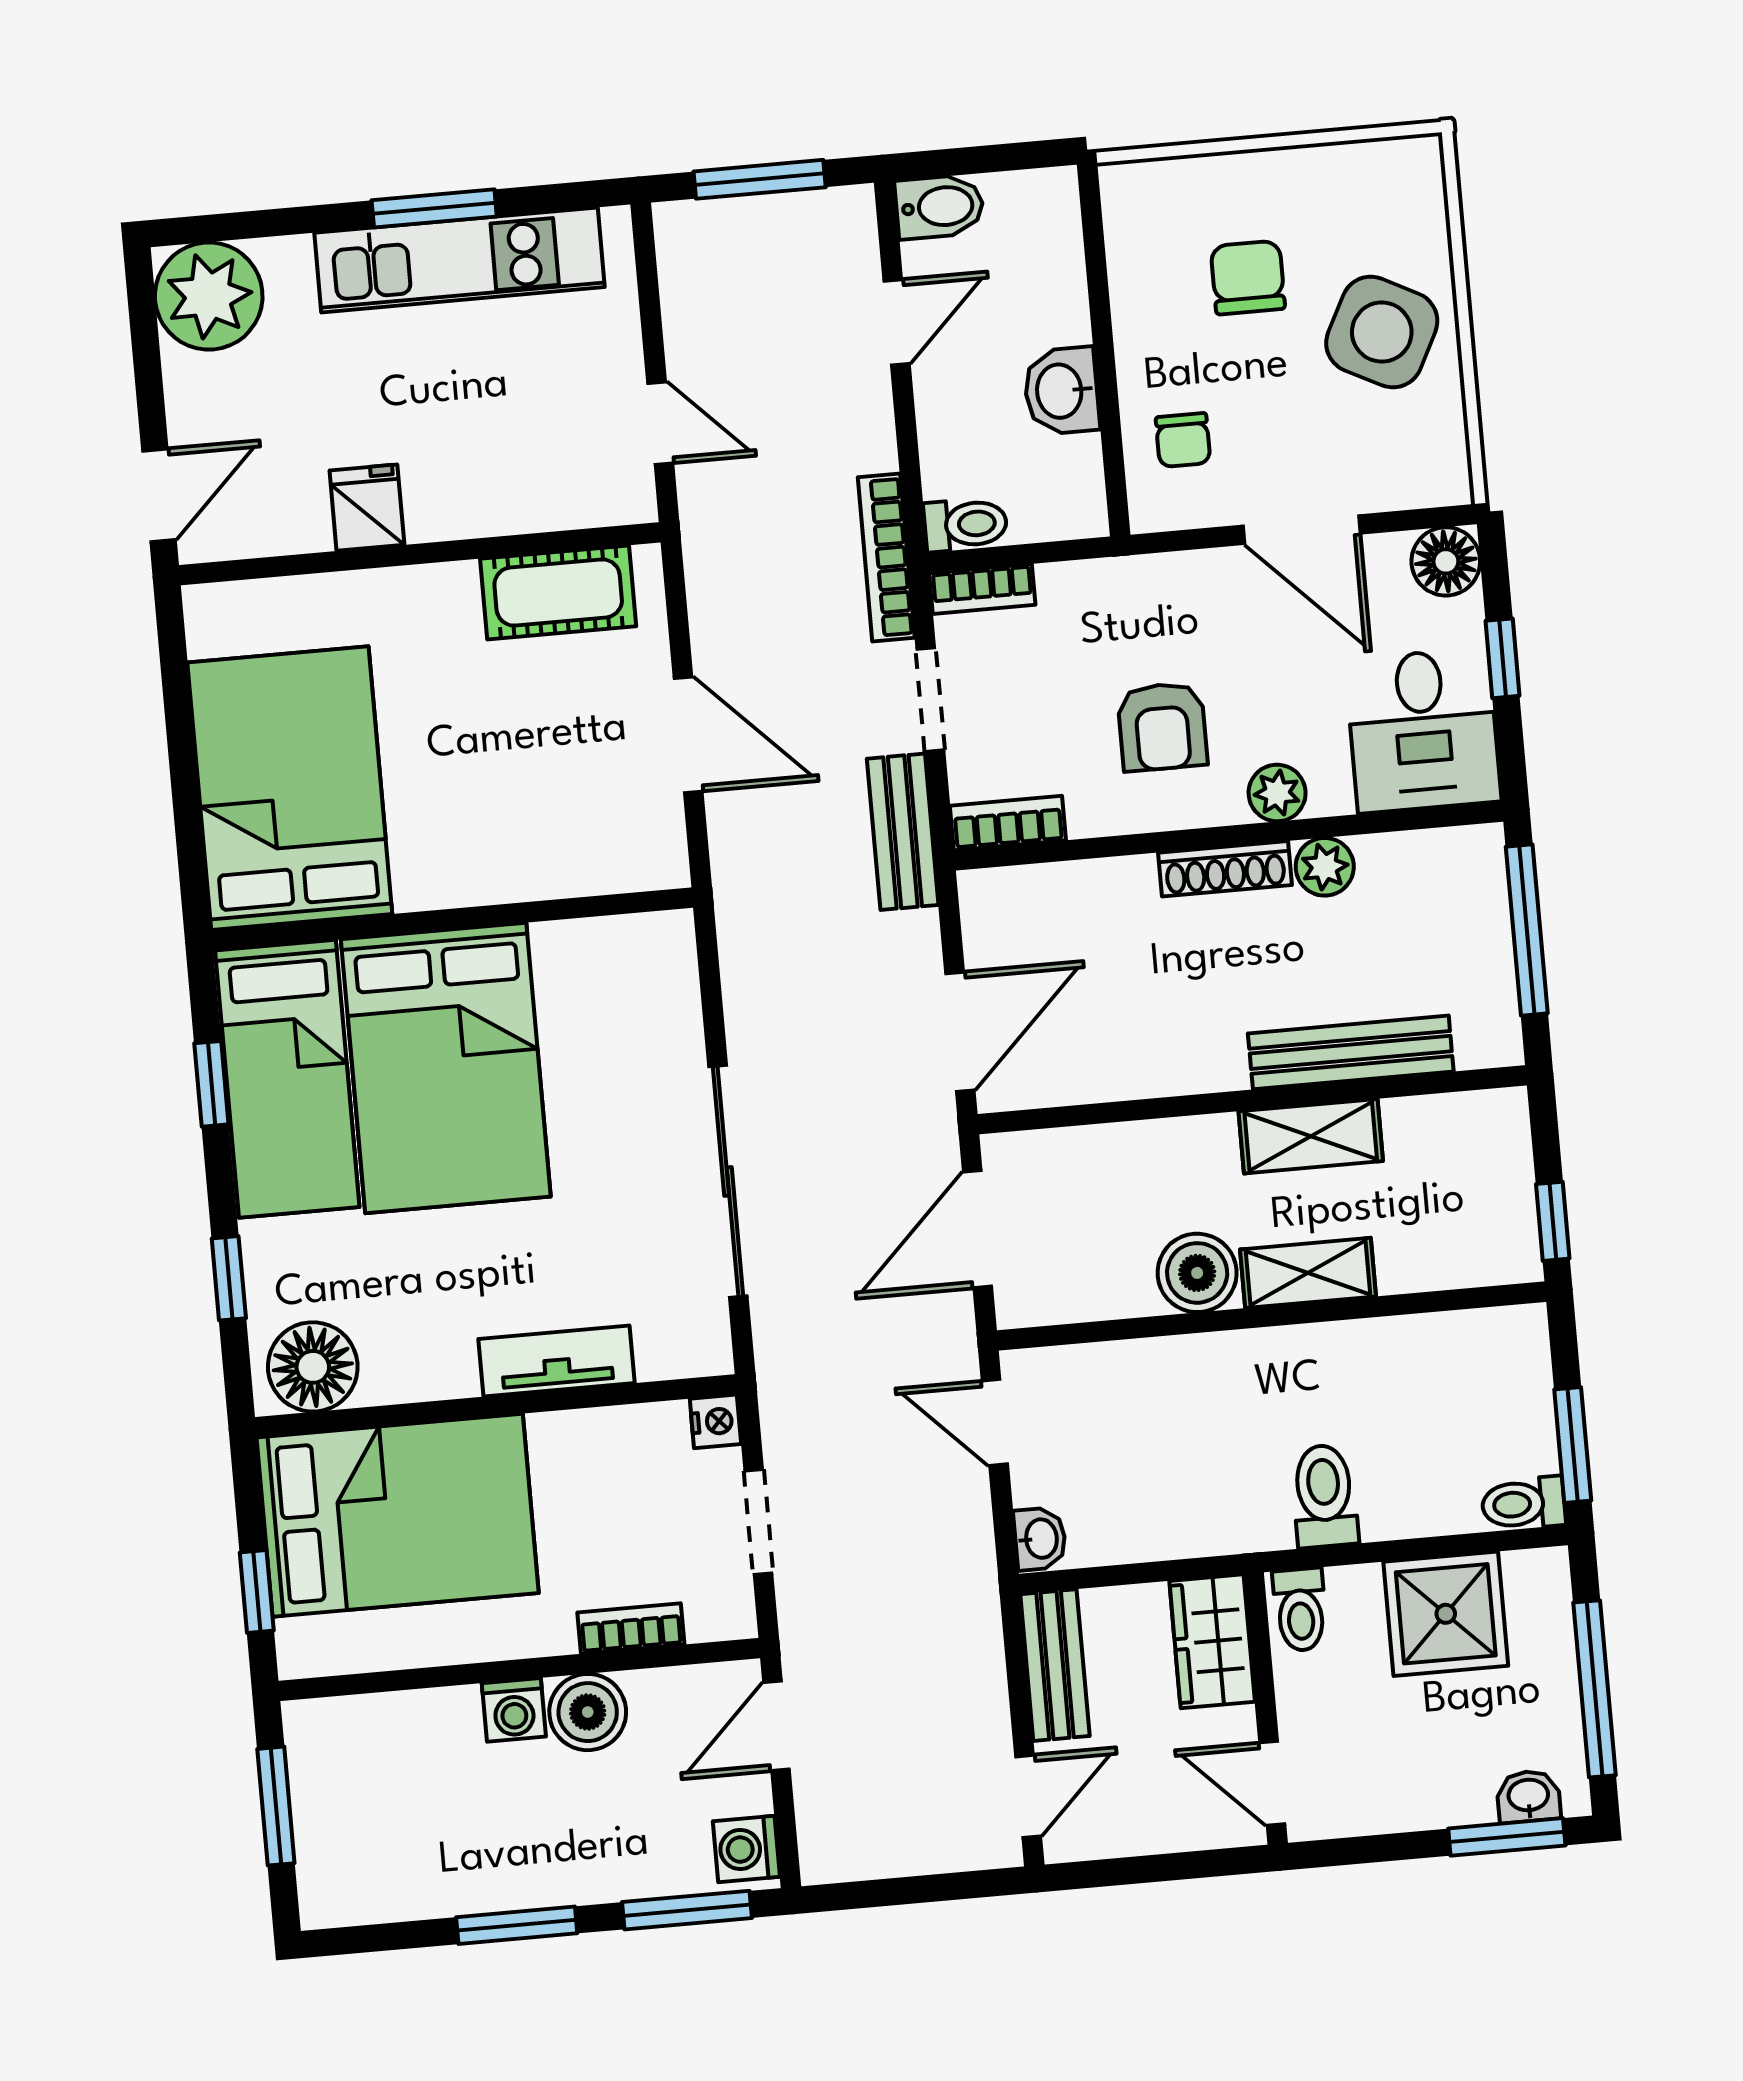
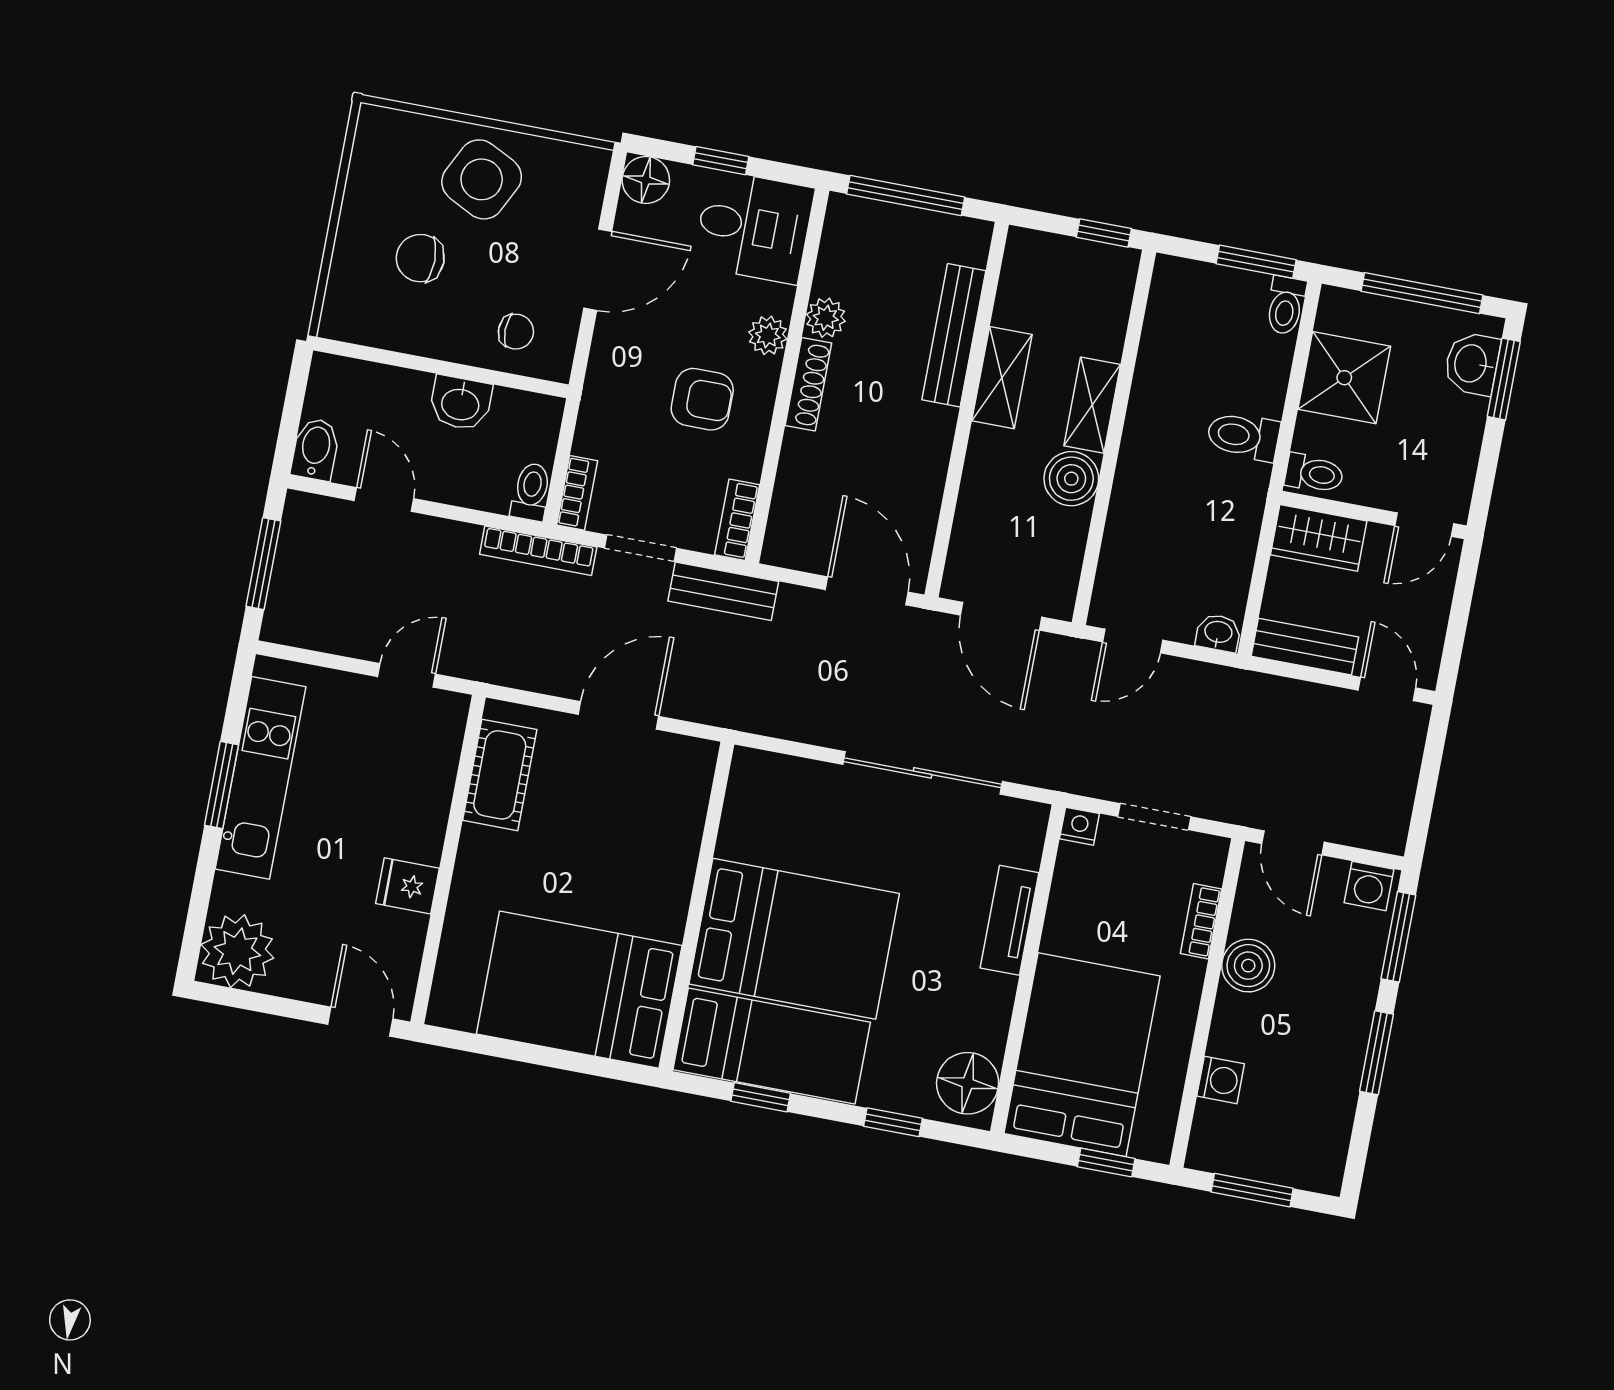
washing machine: (514, 1710) -> (1221, 1080), moved
washbasin: (1528, 1796) -> (1472, 364), width x1.38, depth x1.45

